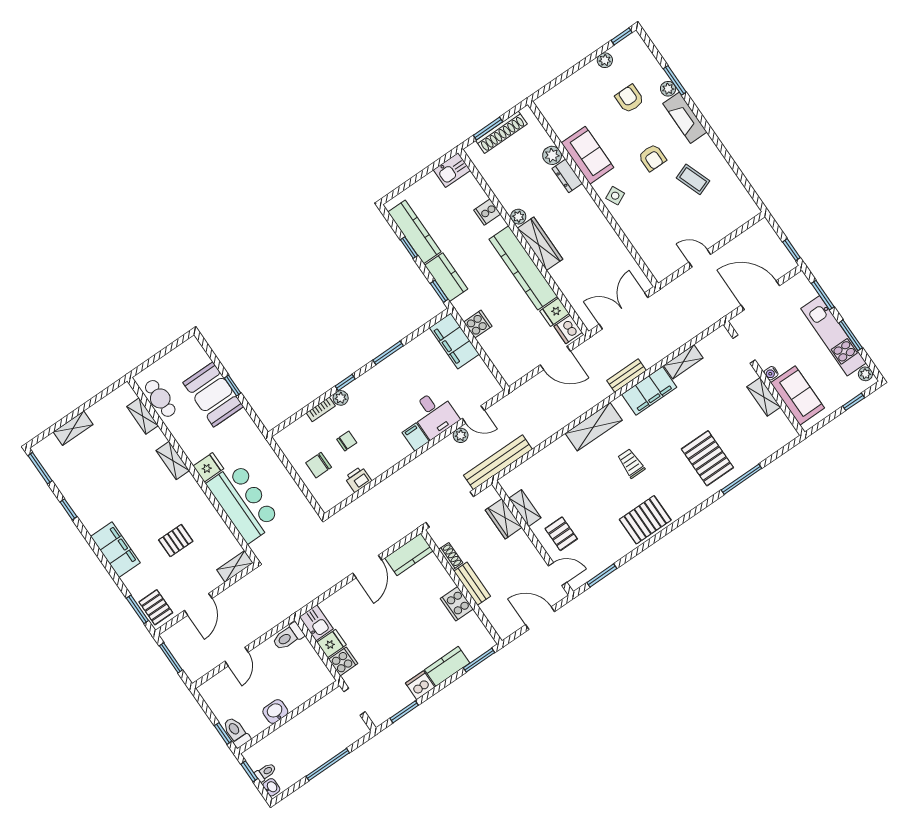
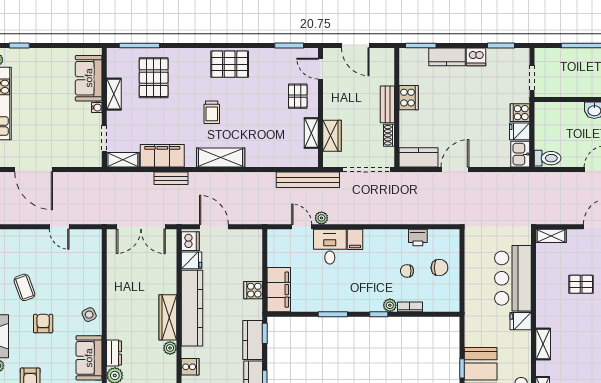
doorway: (744, 349) -> (104, 139), moved
water cooler: (771, 373) -> (97, 108), moved
wall: (764, 378) -> (104, 107), moved
sofa: (797, 395) -> (89, 78), moved
shelving: (764, 397) -> (114, 94), moved

